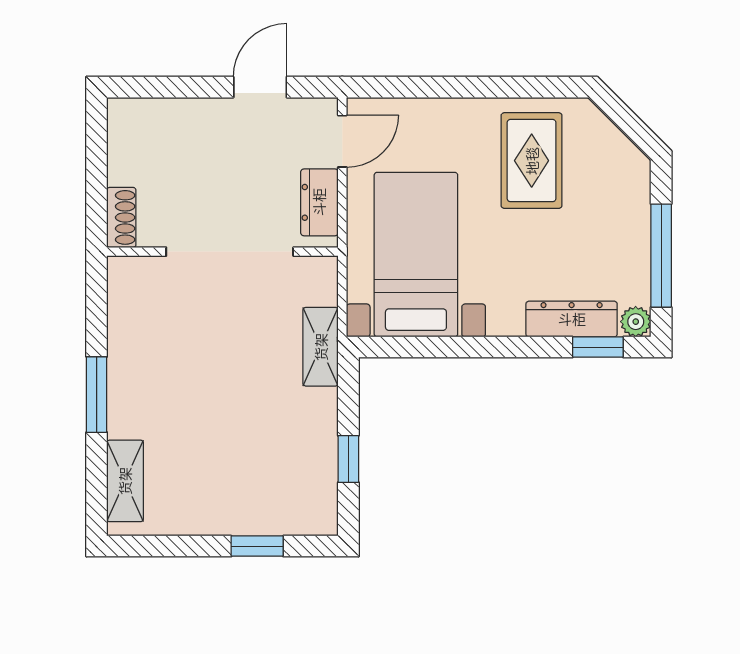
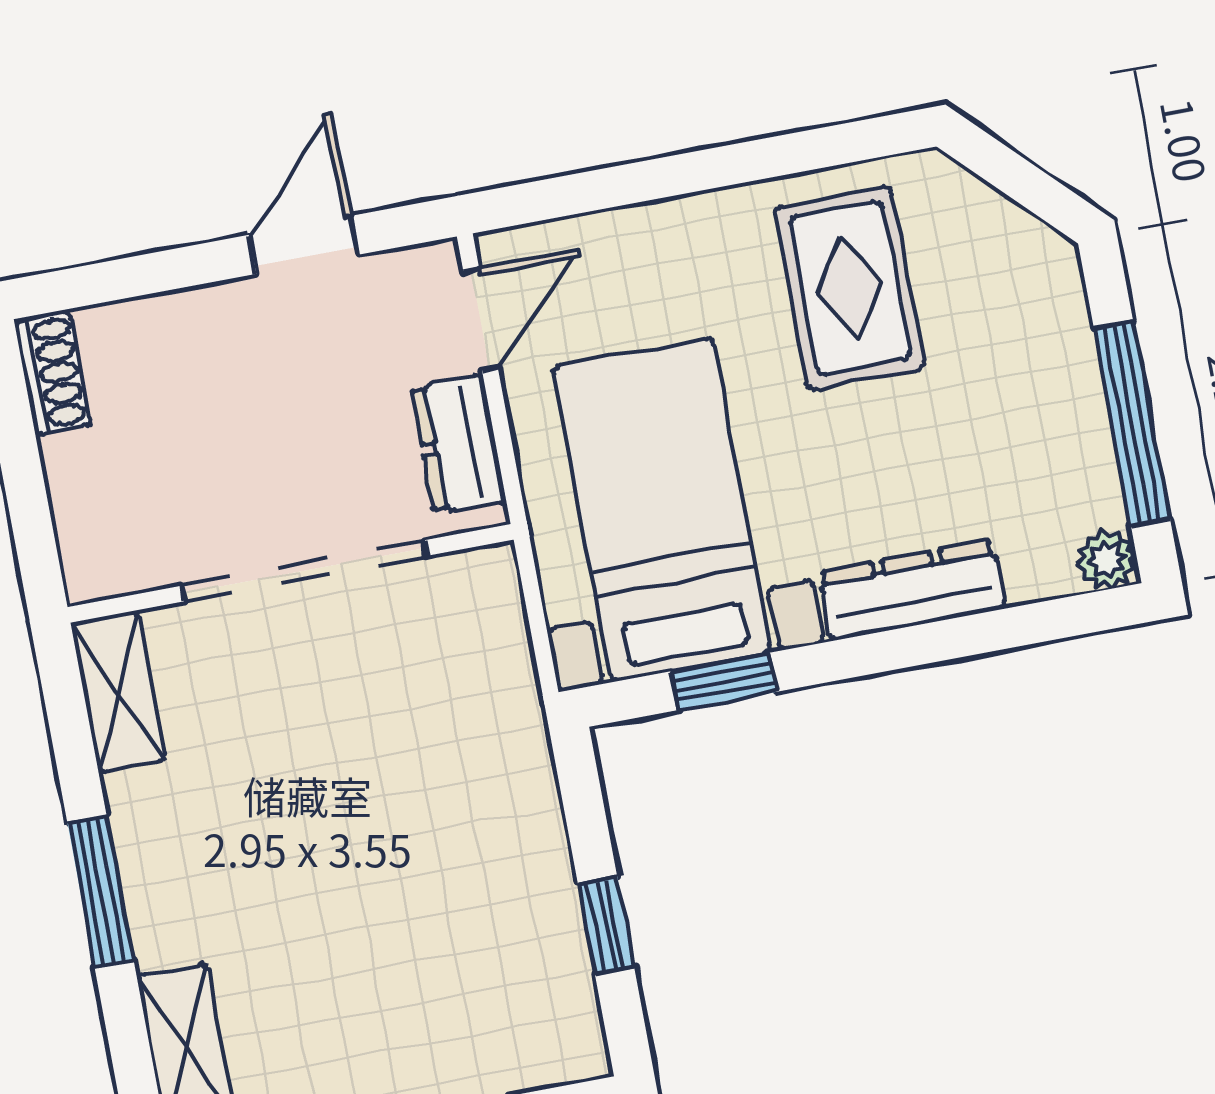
shoe rack: (121, 217) -> (53, 373), moved
dresser: (572, 319) -> (912, 591), moved
shelving: (321, 347) -> (118, 692), moved
window: (598, 347) -> (724, 681), moved

